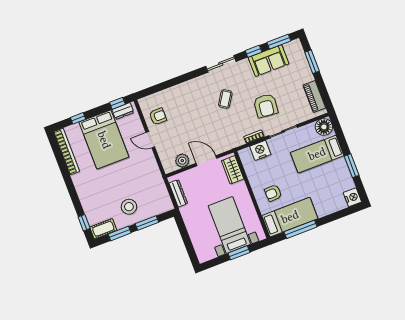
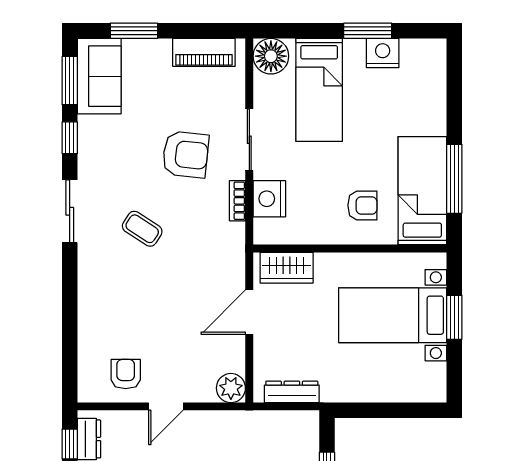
sofa: (269, 61) -> (99, 76), moved
plant: (182, 161) -> (231, 388), moved
armchair: (273, 193) -> (362, 205), turned -87
nightstand: (352, 197) -> (383, 53), moved

